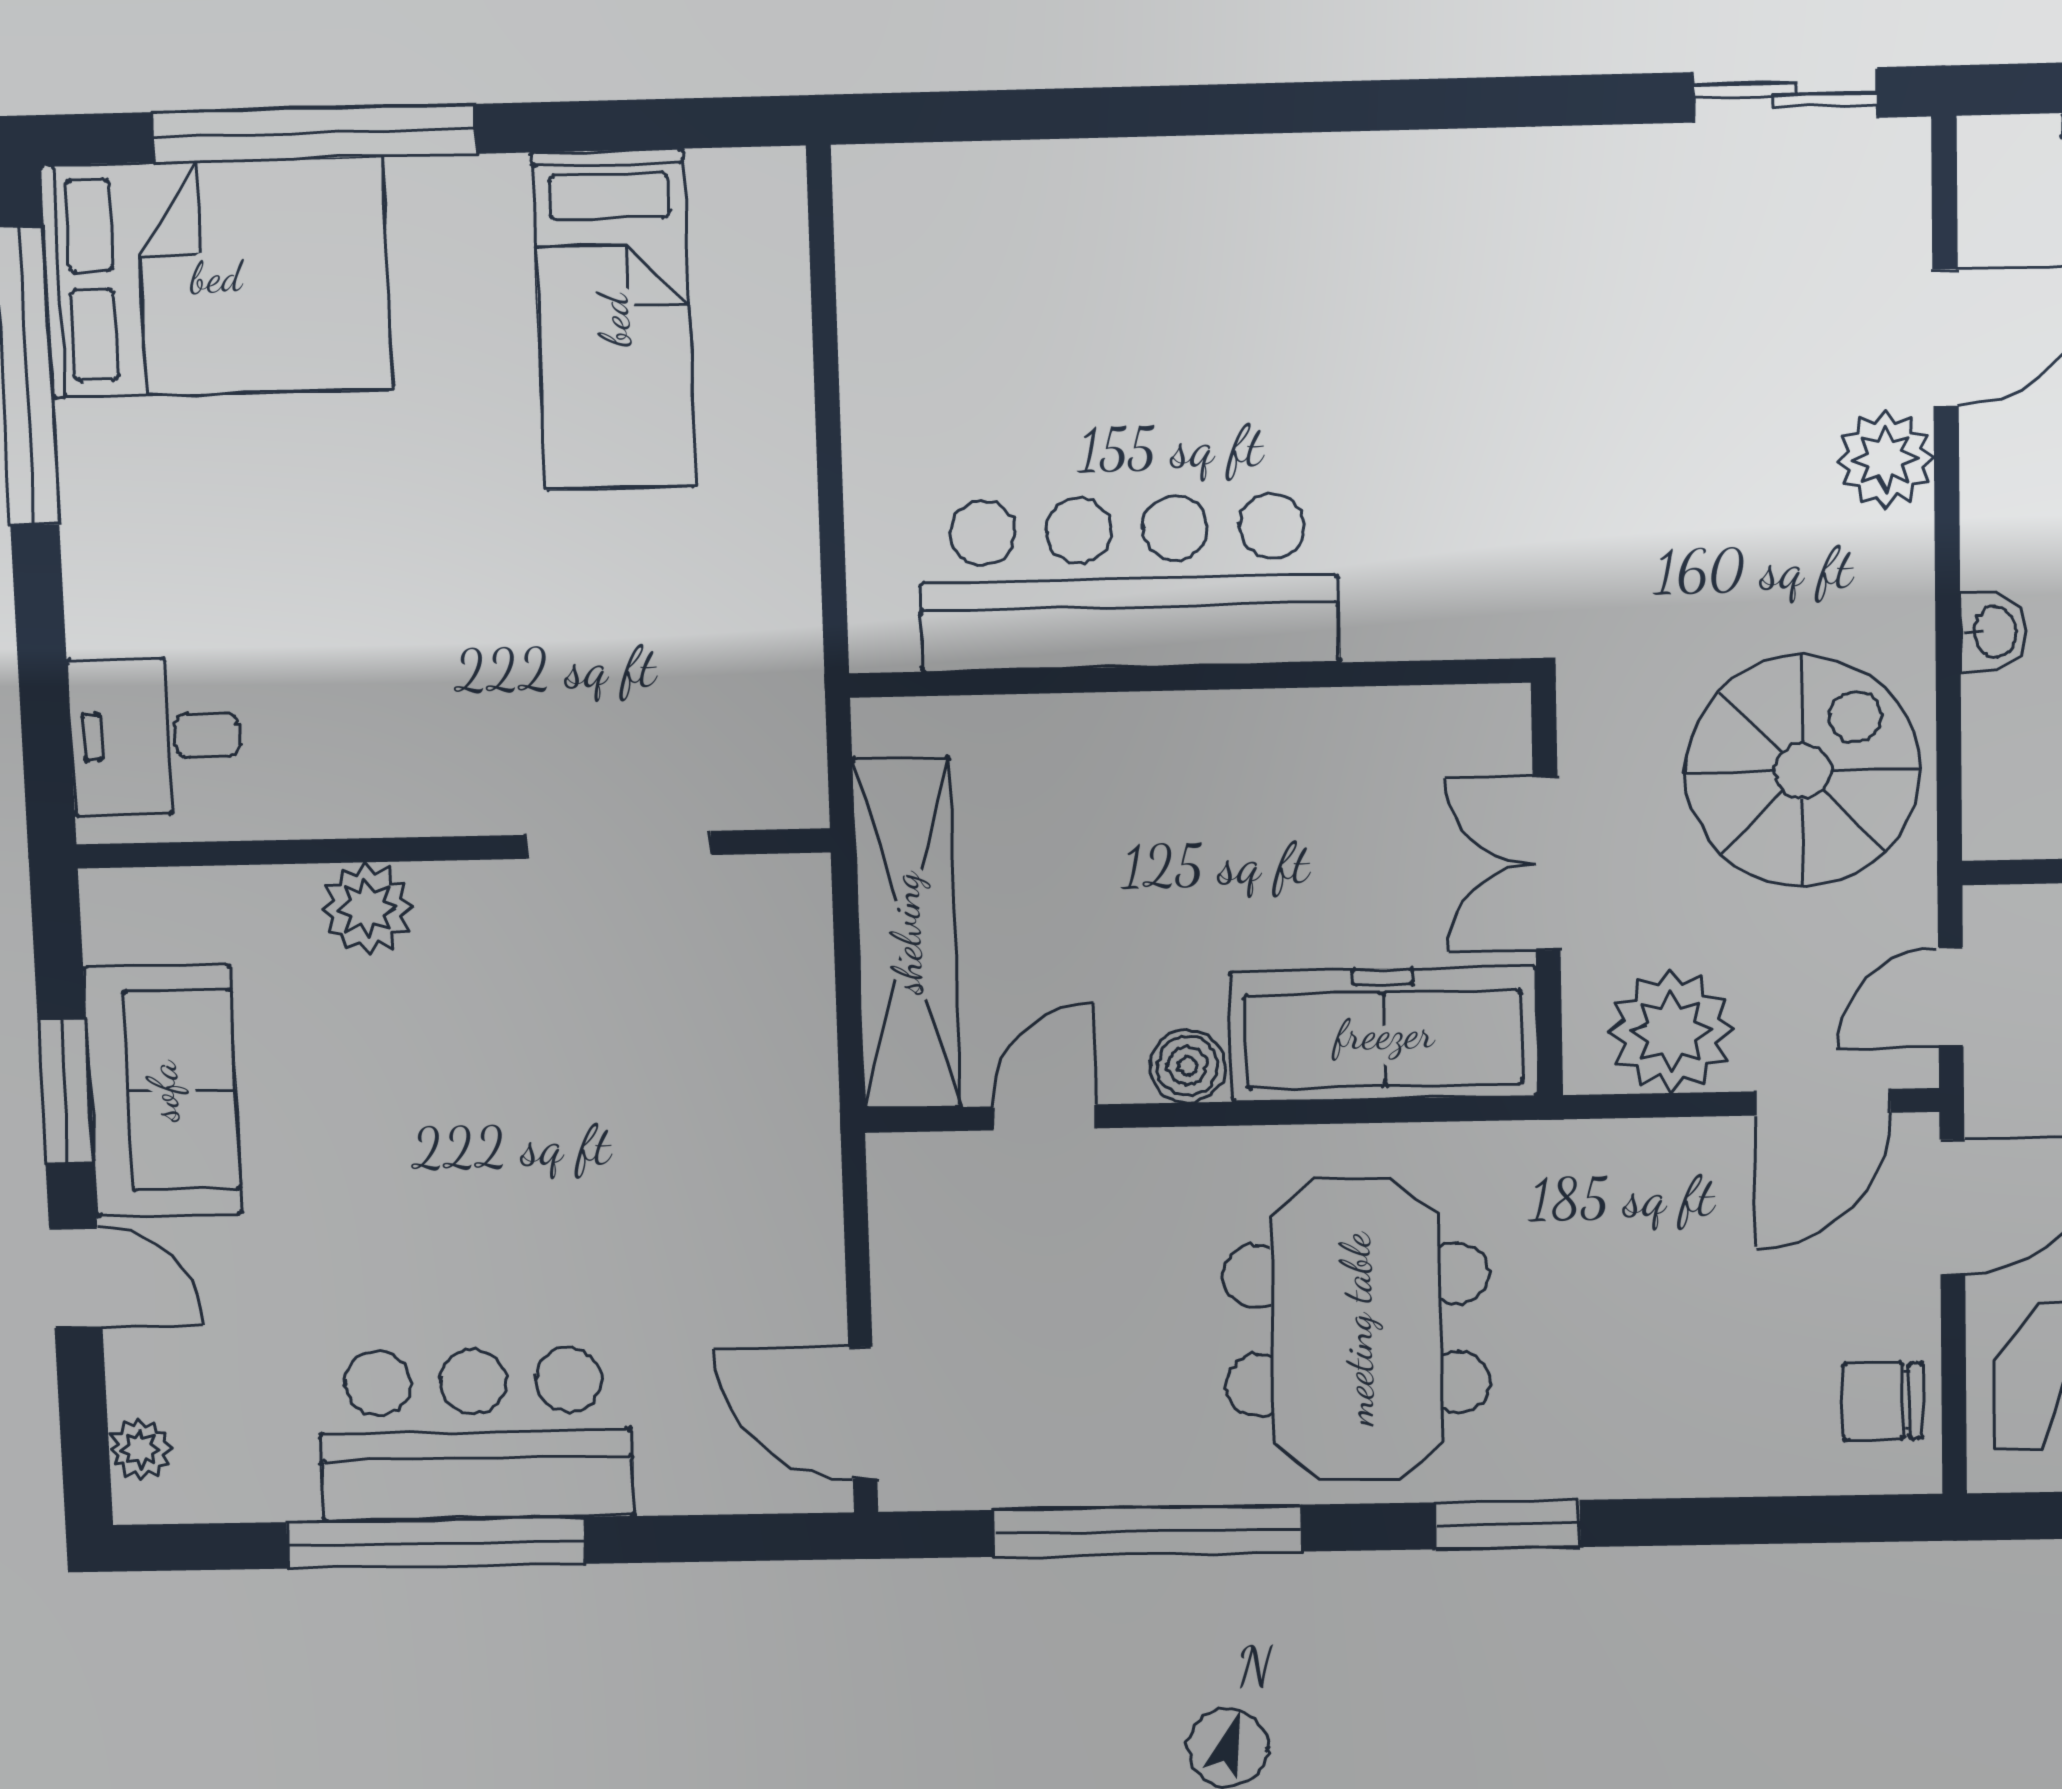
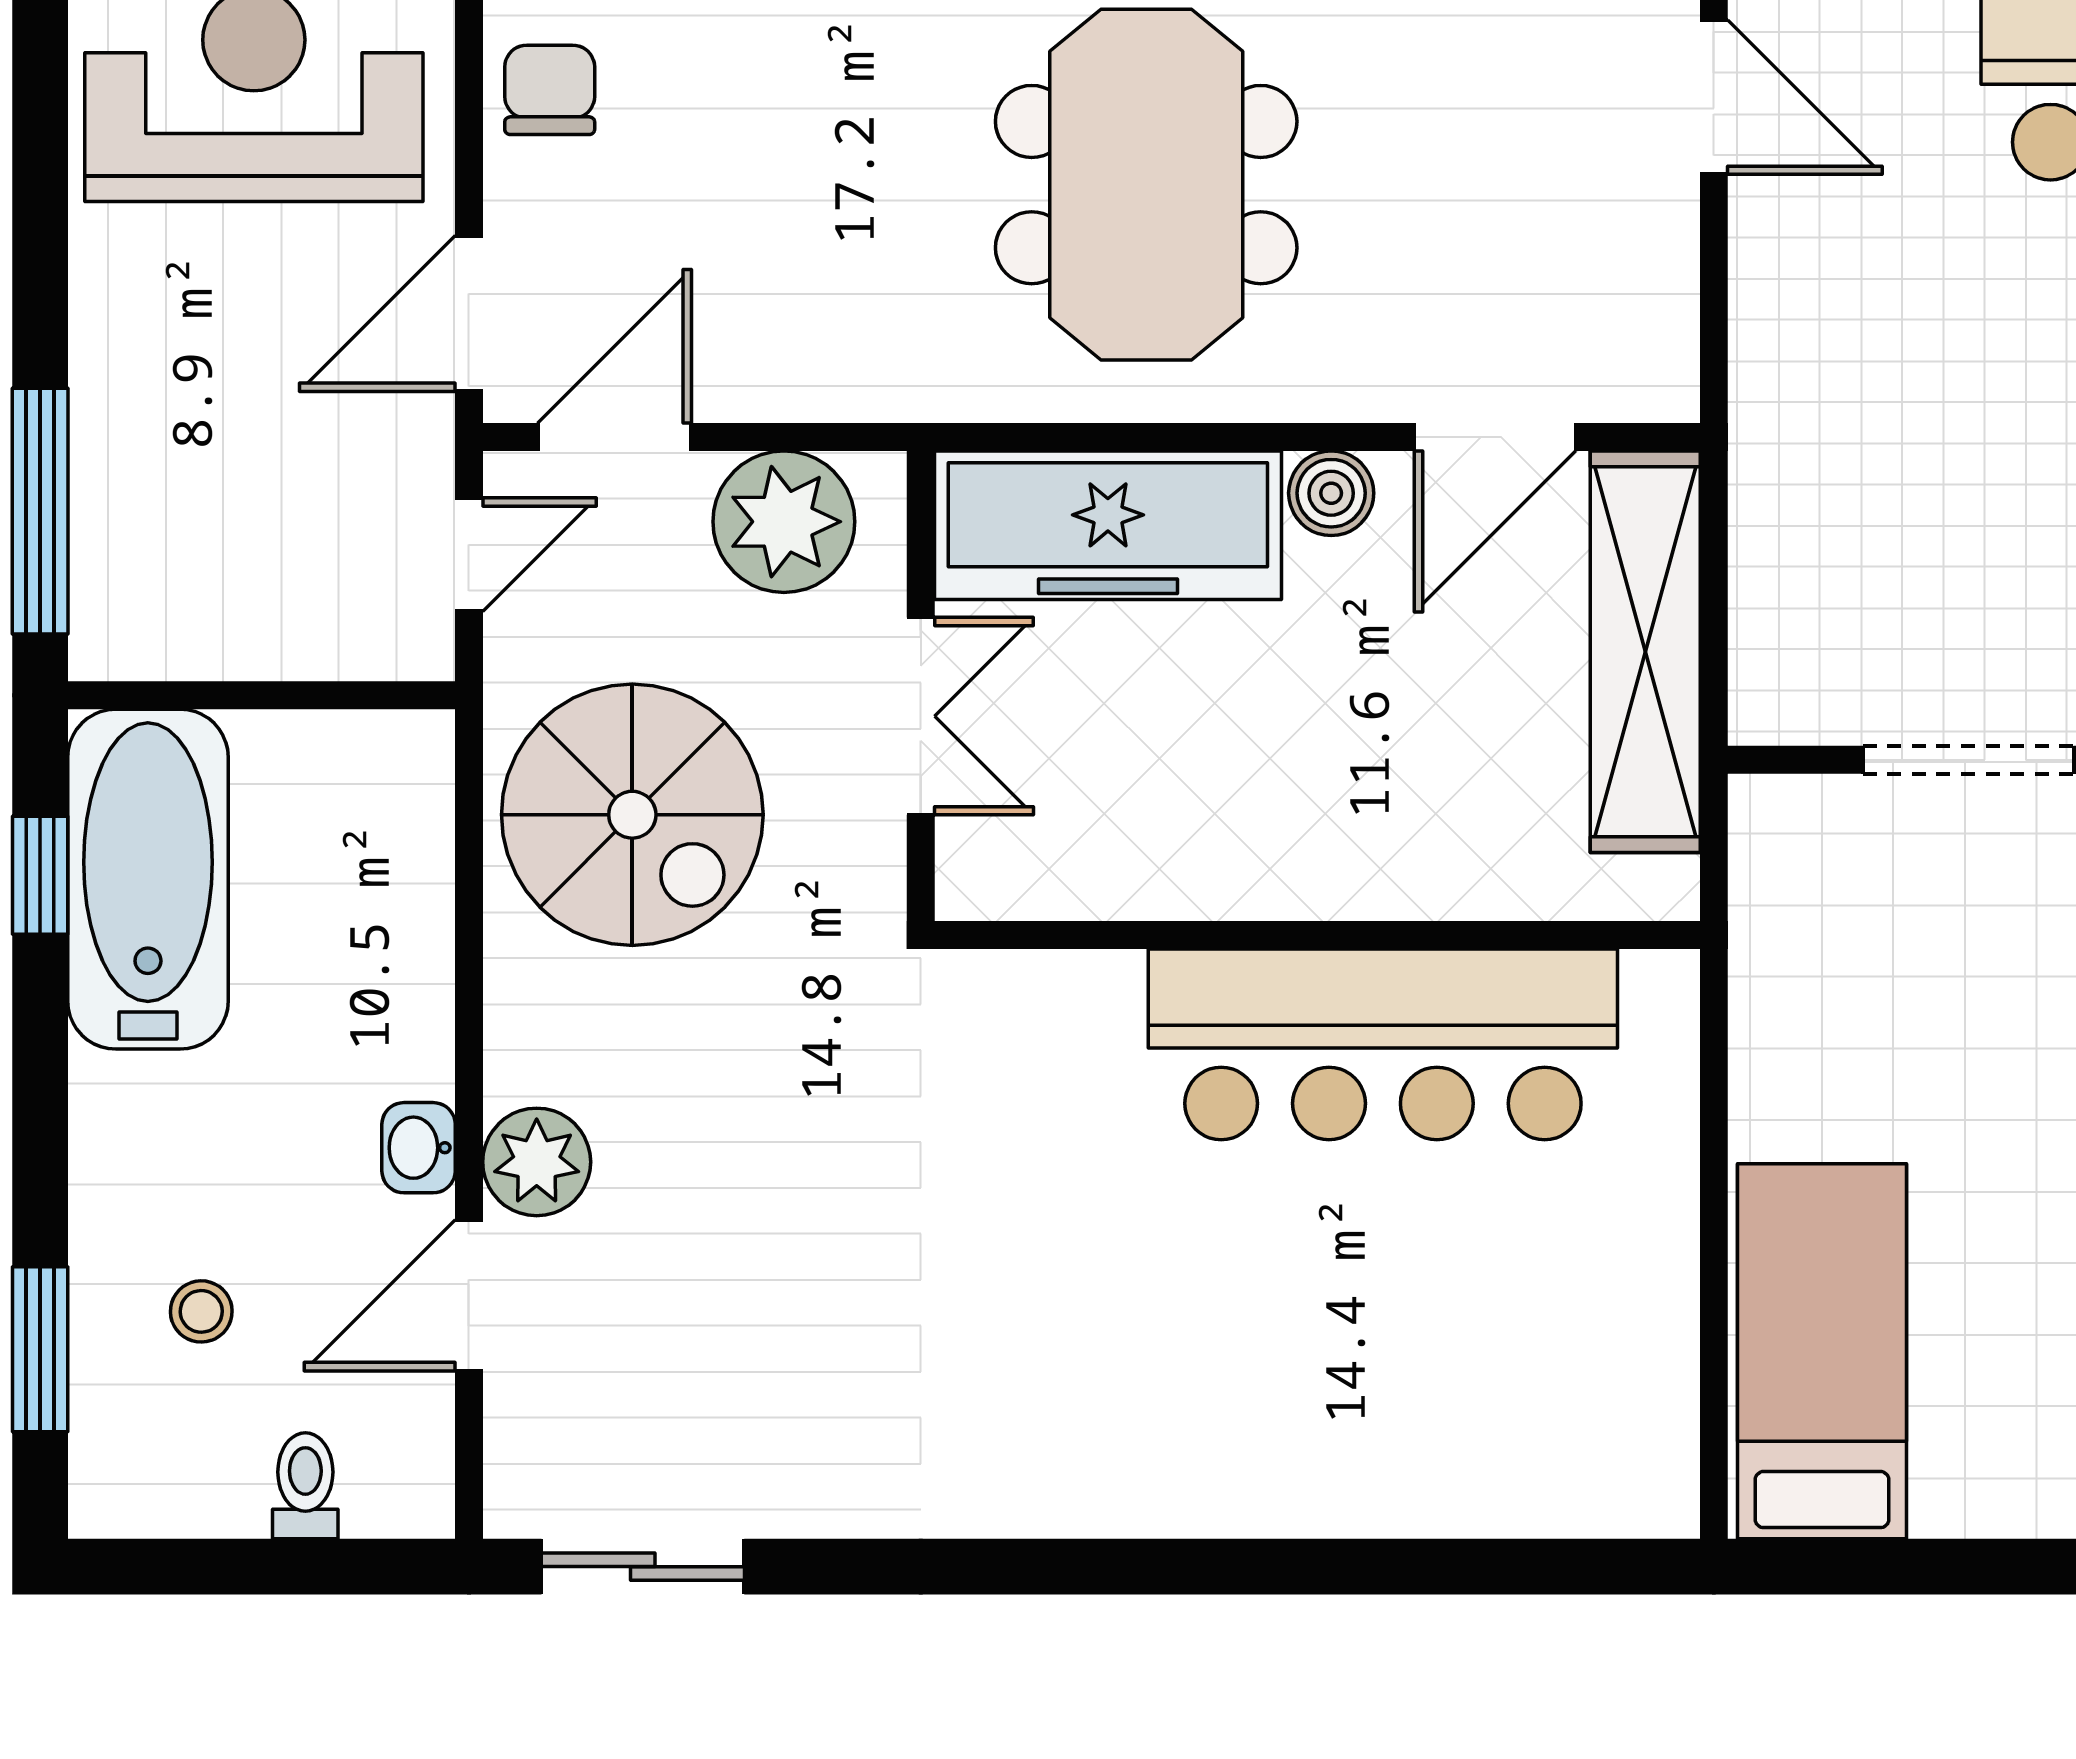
bed: (614, 320) -> (1822, 1351), moved
washbasin: (1993, 632) -> (419, 1148), moved
spiral stairs: (1803, 771) -> (632, 815), turned -90
door: (1045, 1117) -> (1495, 437), width x1.38
chair: (1883, 1401) -> (550, 90), turned -90

